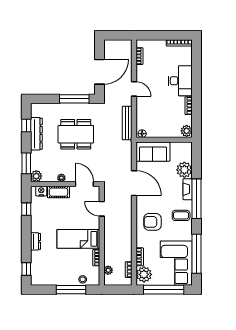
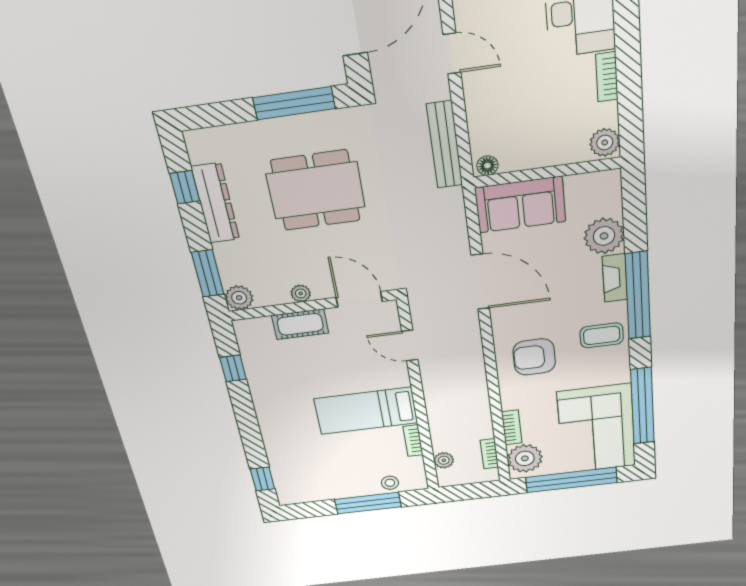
nightstand: (41, 191) -> (259, 328), removed
dresser: (35, 241) -> (270, 427), removed

